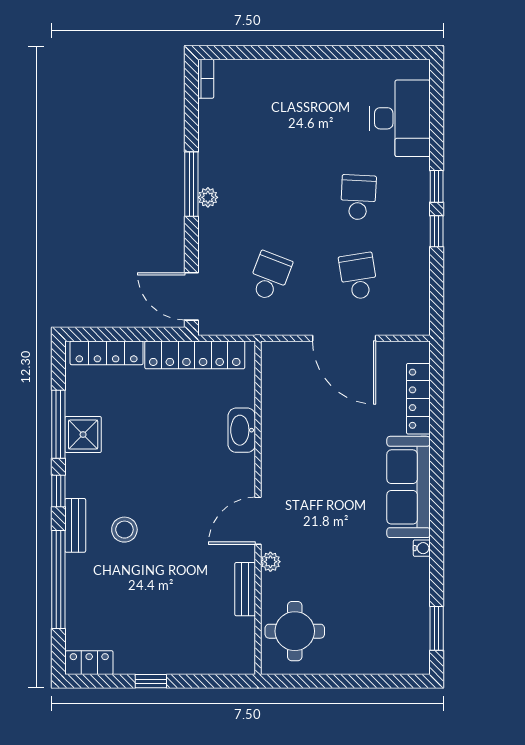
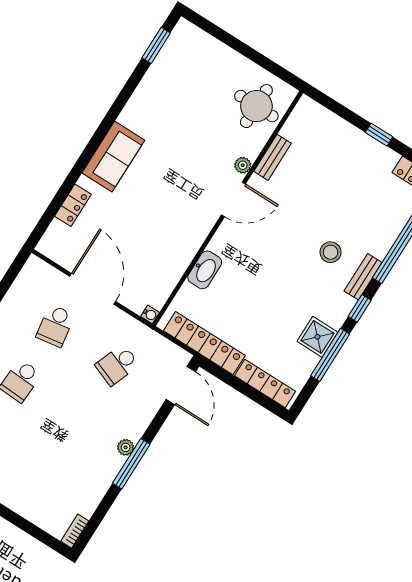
locker: (418, 399) -> (73, 205), width x0.66
sofa: (409, 487) -> (113, 157), width x0.73
water cooler: (422, 548) -> (150, 314), moved, turned 180

